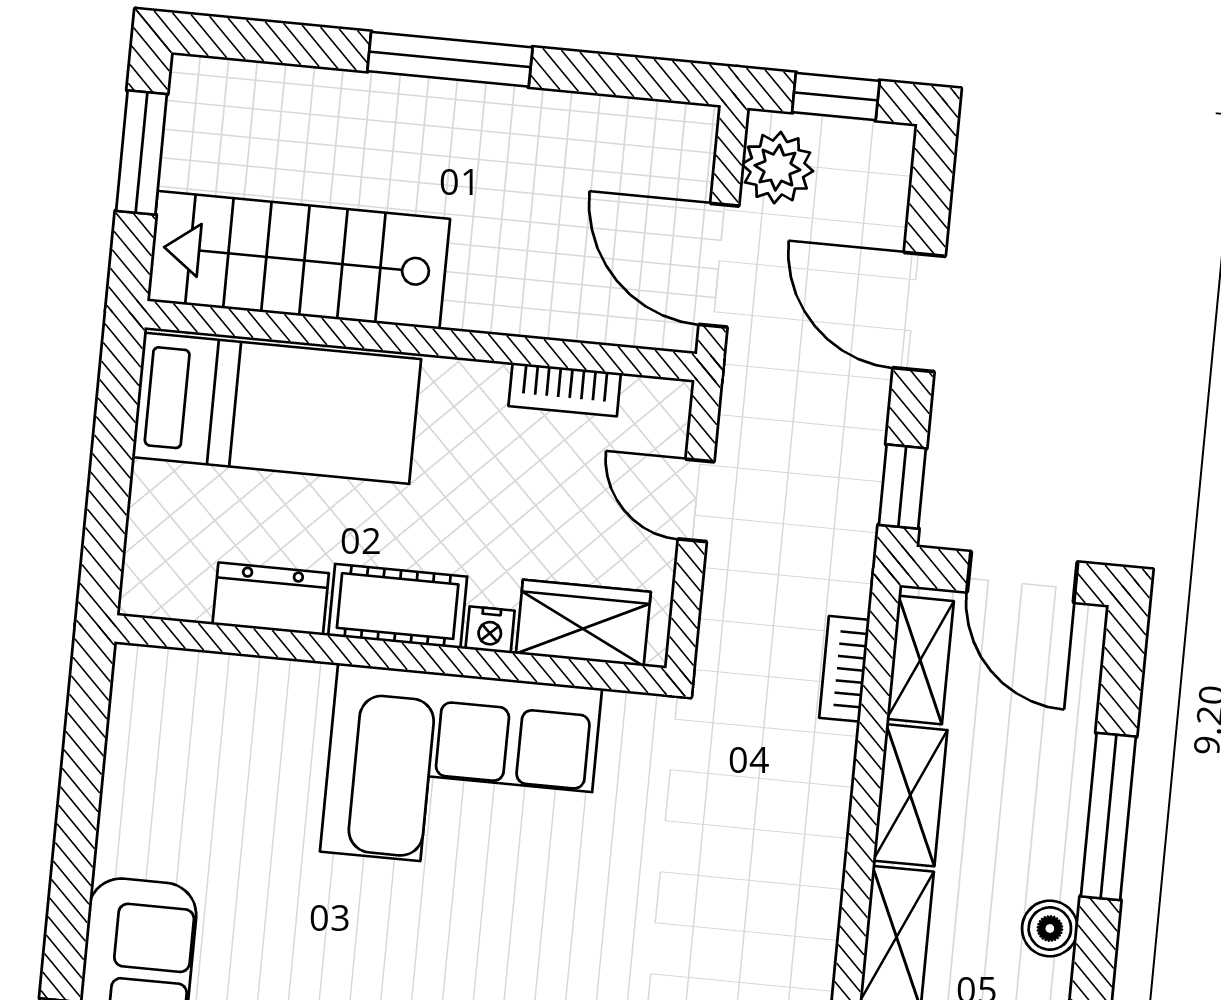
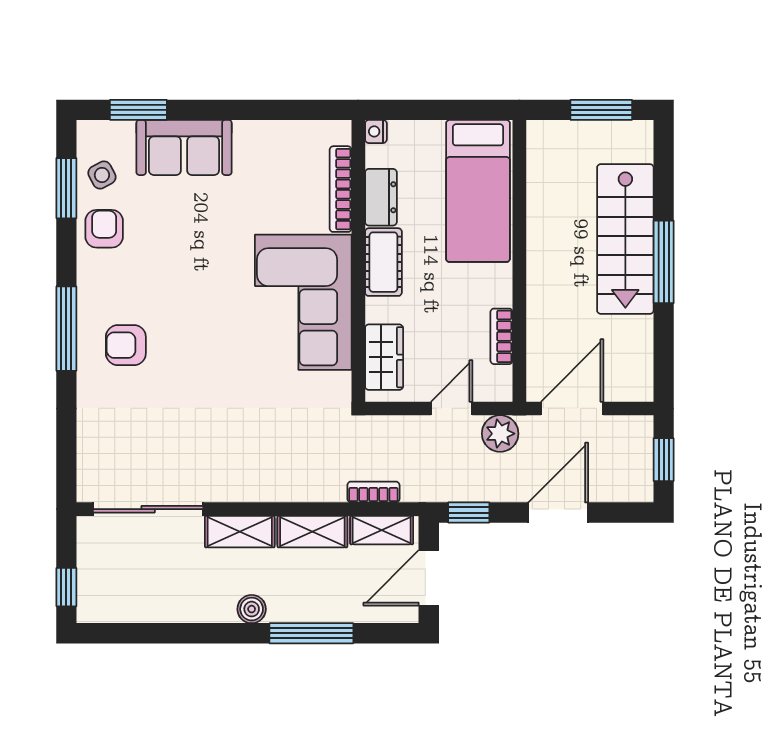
plant: (777, 168) -> (500, 434), moved
stairs: (299, 260) -> (625, 239), moved, turned 180
nightstand: (490, 630) -> (376, 131), moved
bookcase: (247, 676) -> (341, 189), added

